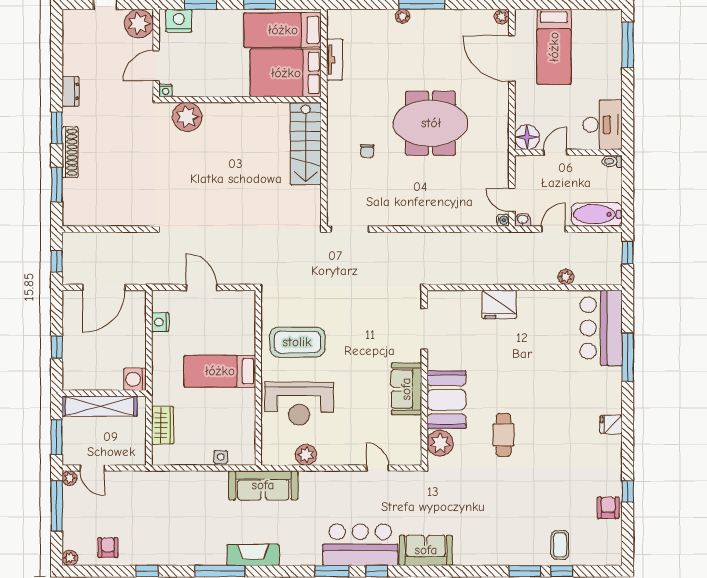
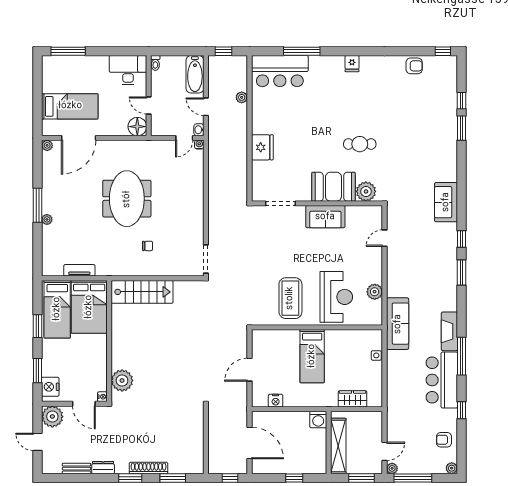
bench: (69, 56) -> (77, 469), added
window: (628, 491) -> (443, 51), moved
armchair: (608, 508) -> (414, 66), turned 180
bar counter: (360, 545) -> (442, 380), moved
coffee table: (560, 545) -> (442, 102), removed

